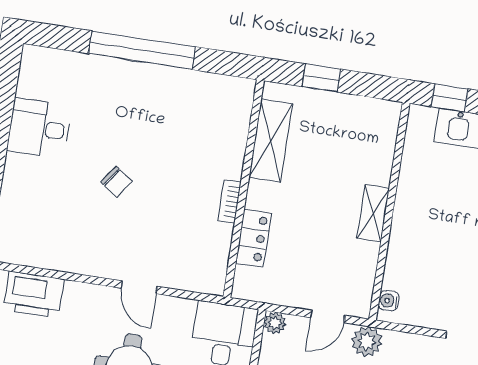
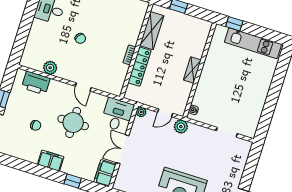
locker: (253, 238) -> (139, 67), width x1.53
plant: (60, 256) -> (50, 68), added

